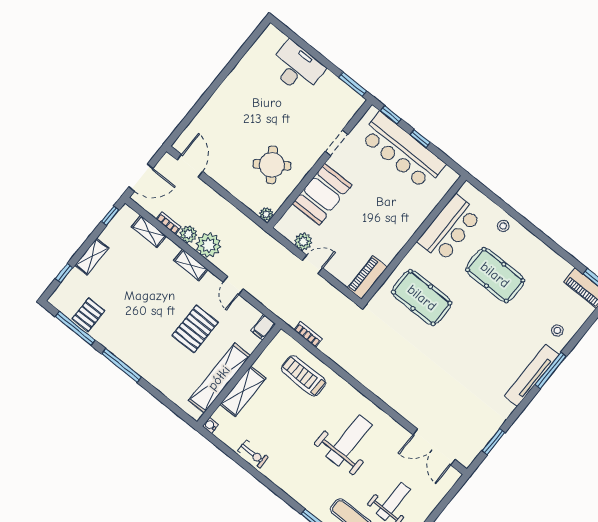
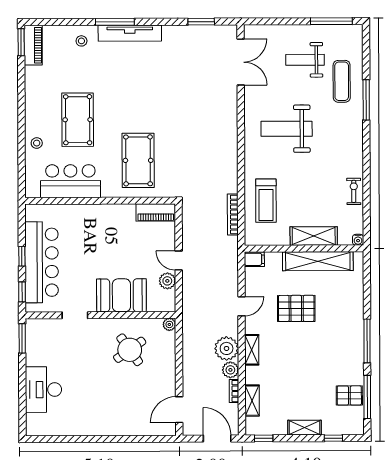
bookcase: (308, 334) -> (233, 215), width x1.56

